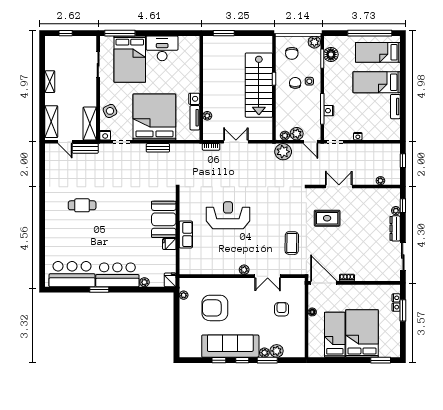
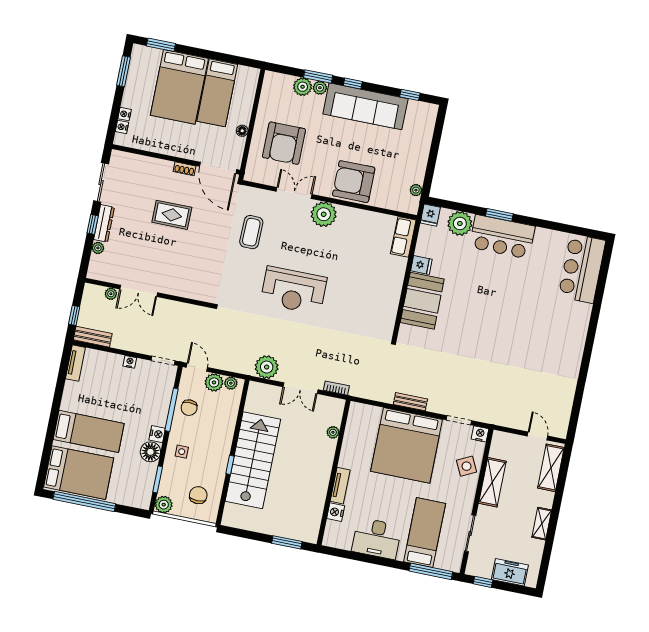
window: (66, 33) -> (483, 582), moved
freezer: (65, 44) -> (510, 572), added
bed: (378, 52) -> (79, 473), width x1.50
floor lamp: (331, 54) -> (150, 452), moved
bed: (130, 59) -> (425, 533), width x0.67
chair: (295, 83) -> (189, 408), moved
nightstand: (194, 99) -> (336, 512), moved
tv unit: (395, 107) -> (75, 363), moved
nightstand: (329, 111) -> (157, 434), moved
tv unit: (195, 118) -> (340, 486), moved
shelving: (90, 123) -> (492, 482), moved
bench: (85, 148) -> (93, 337), moved
plant: (283, 152) -> (267, 367), moved
double door: (339, 187) -> (139, 291), moved
cafe table: (82, 205) -> (532, 343), removed
window: (403, 206) -> (93, 224), moved
reception desk: (228, 215) -> (294, 290), moved
rug: (327, 218) -> (172, 215), moved
row of seats: (186, 234) -> (403, 237), moved
plant: (244, 270) -> (324, 214), width x1.88, depth x1.88
bar counter: (72, 274) -> (582, 269), moved, turned 90
plant: (144, 282) -> (460, 223), width x1.88, depth x1.88
window: (99, 290) -> (499, 215), moved
armchair: (215, 308) -> (354, 182), moved, turned 180
armchair: (282, 309) -> (284, 143), width x1.88, depth x1.88
window: (403, 310) -> (123, 71), moved
window: (219, 360) -> (410, 95), moved

